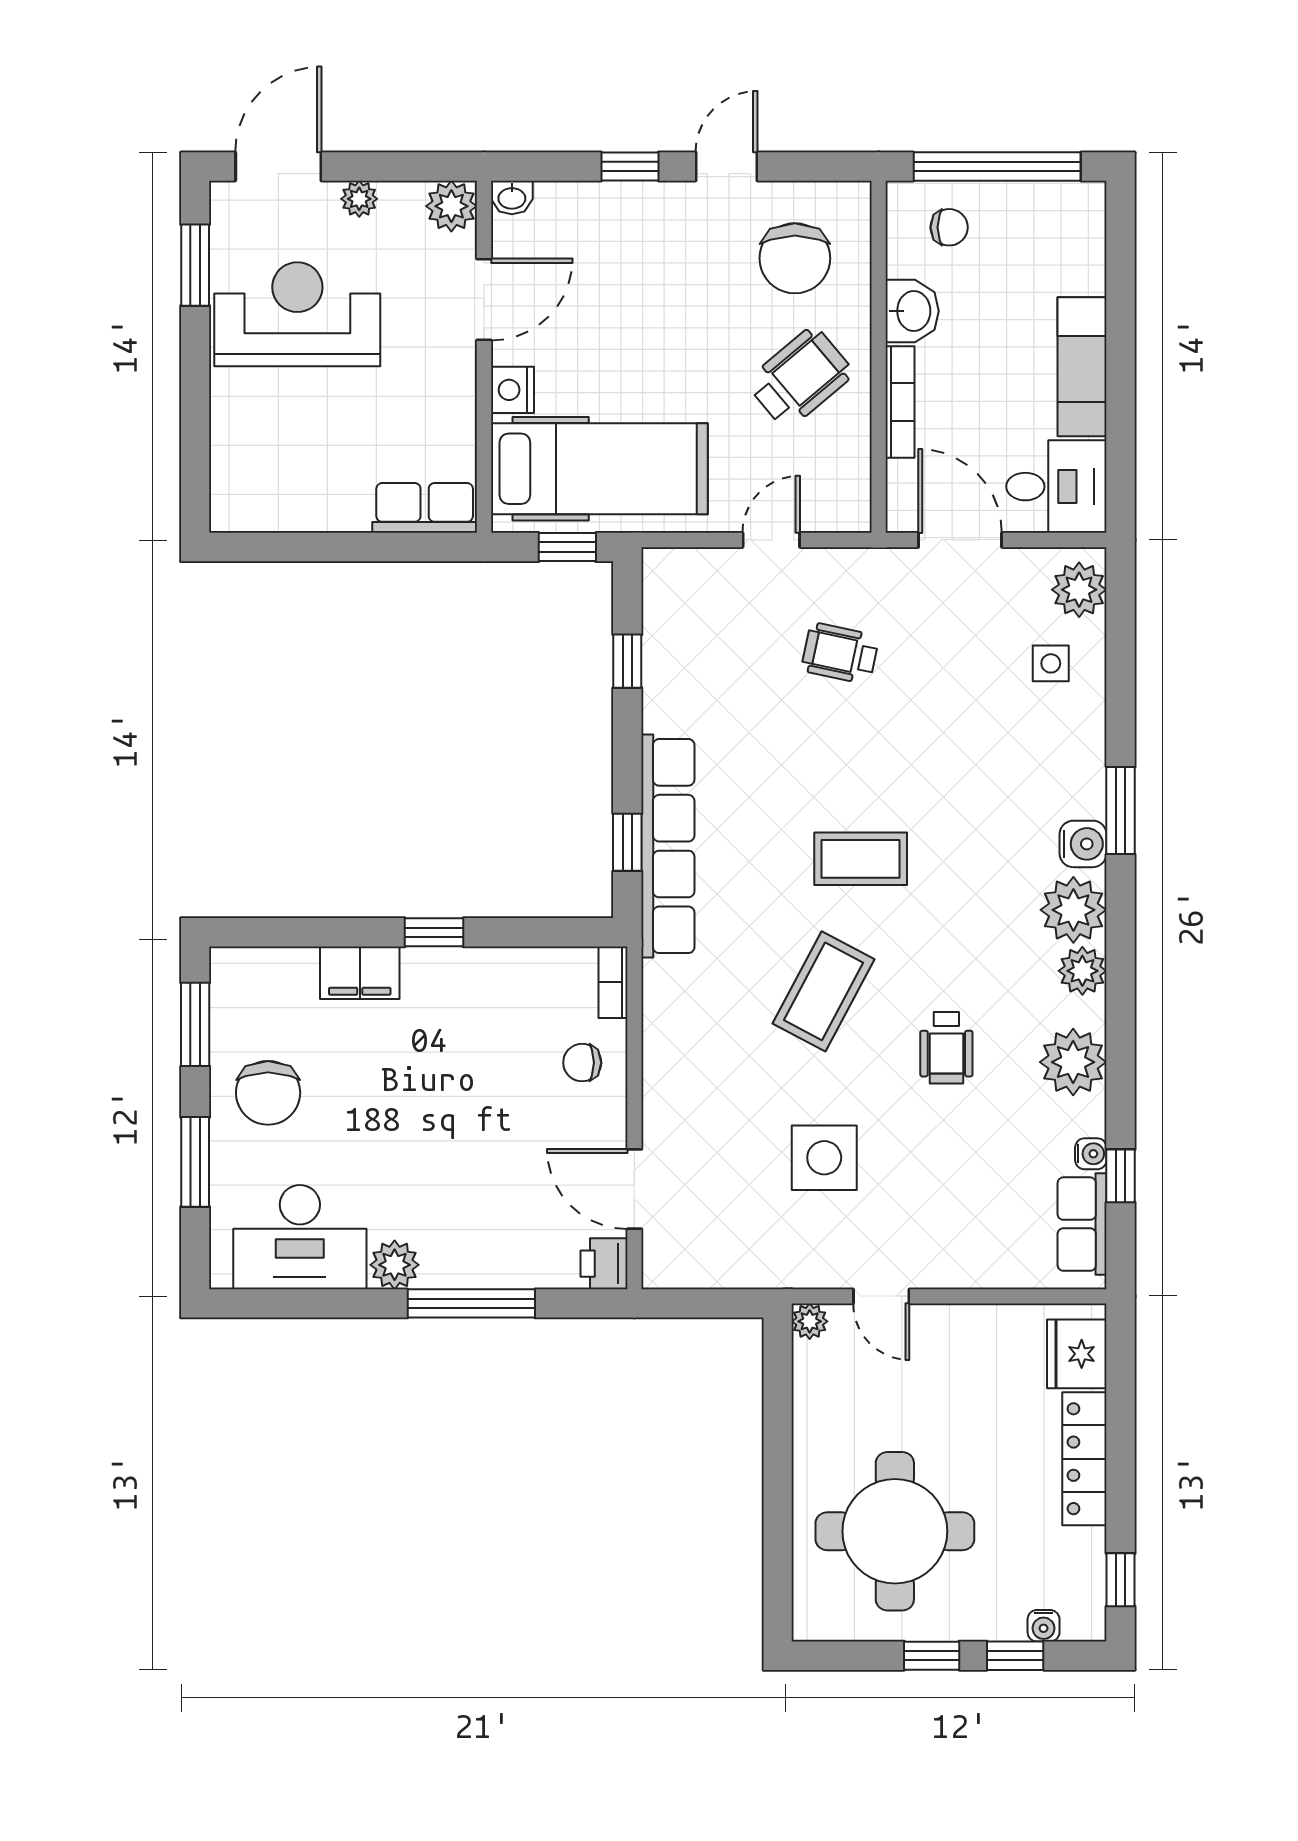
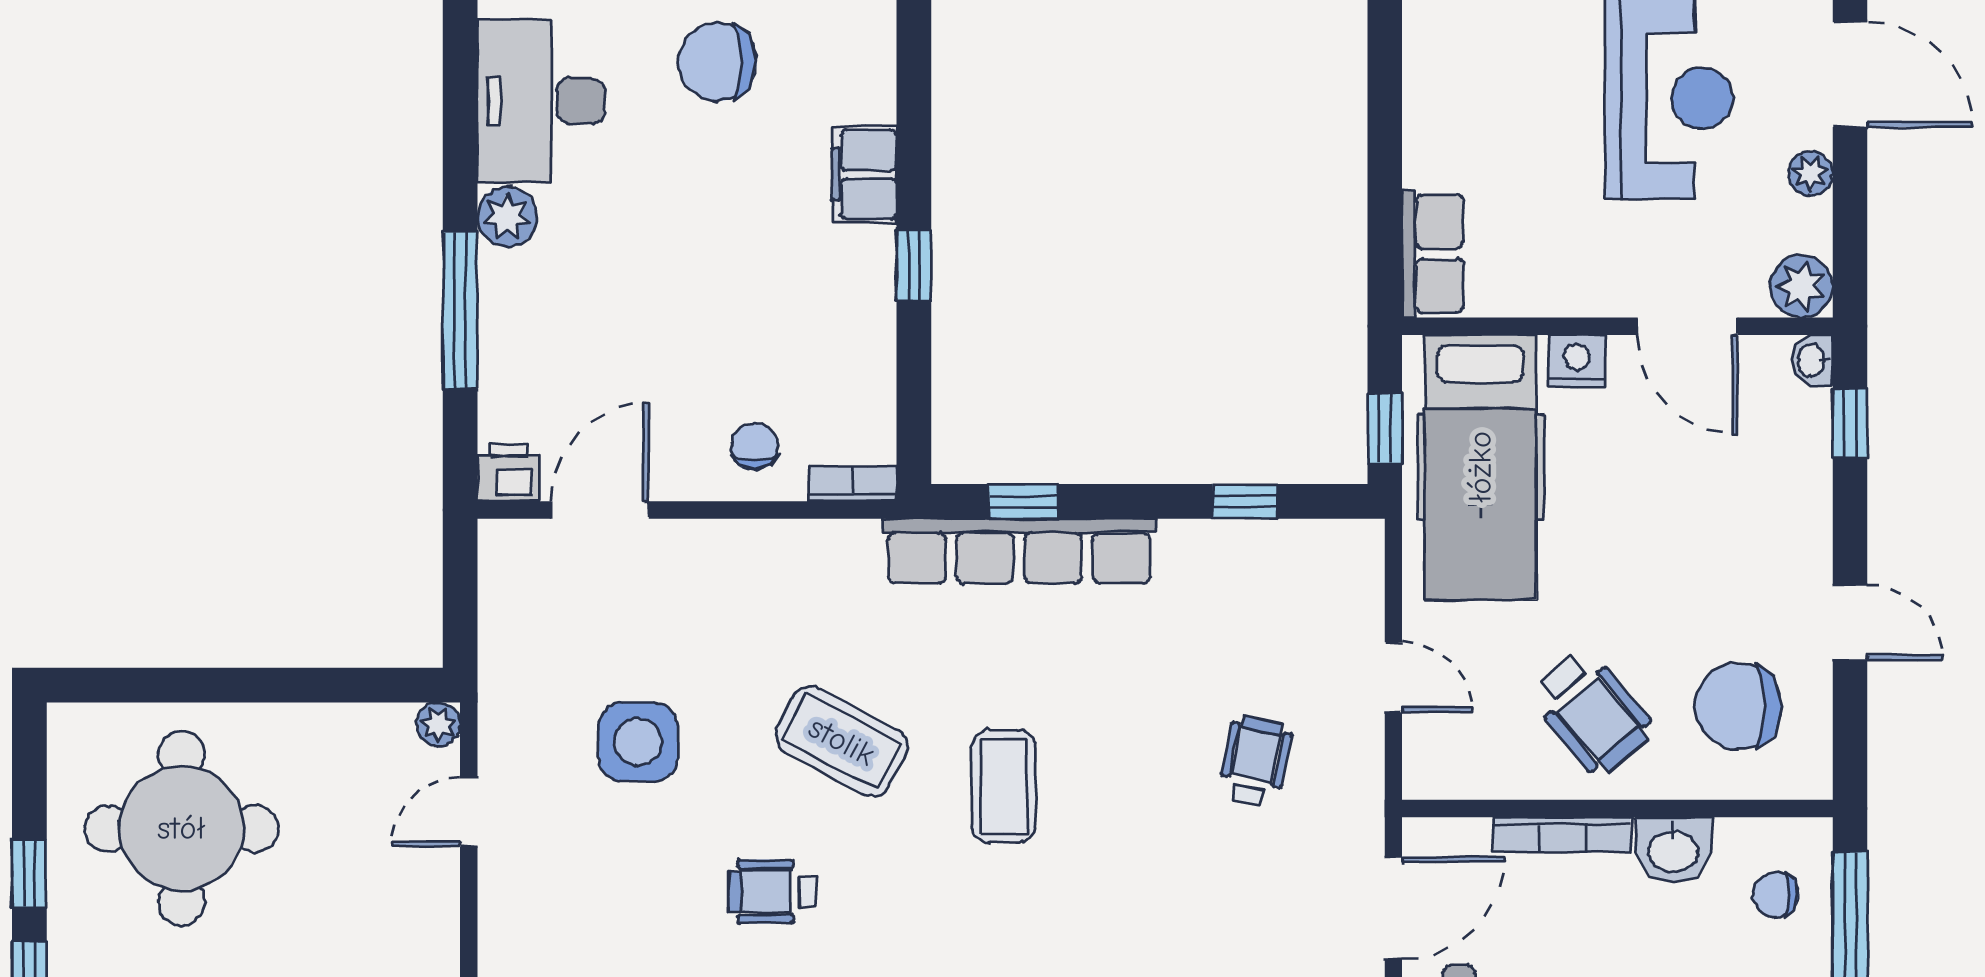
window: (630, 167) -> (1850, 423), moved
chair: (949, 227) -> (1776, 895), turned 90

